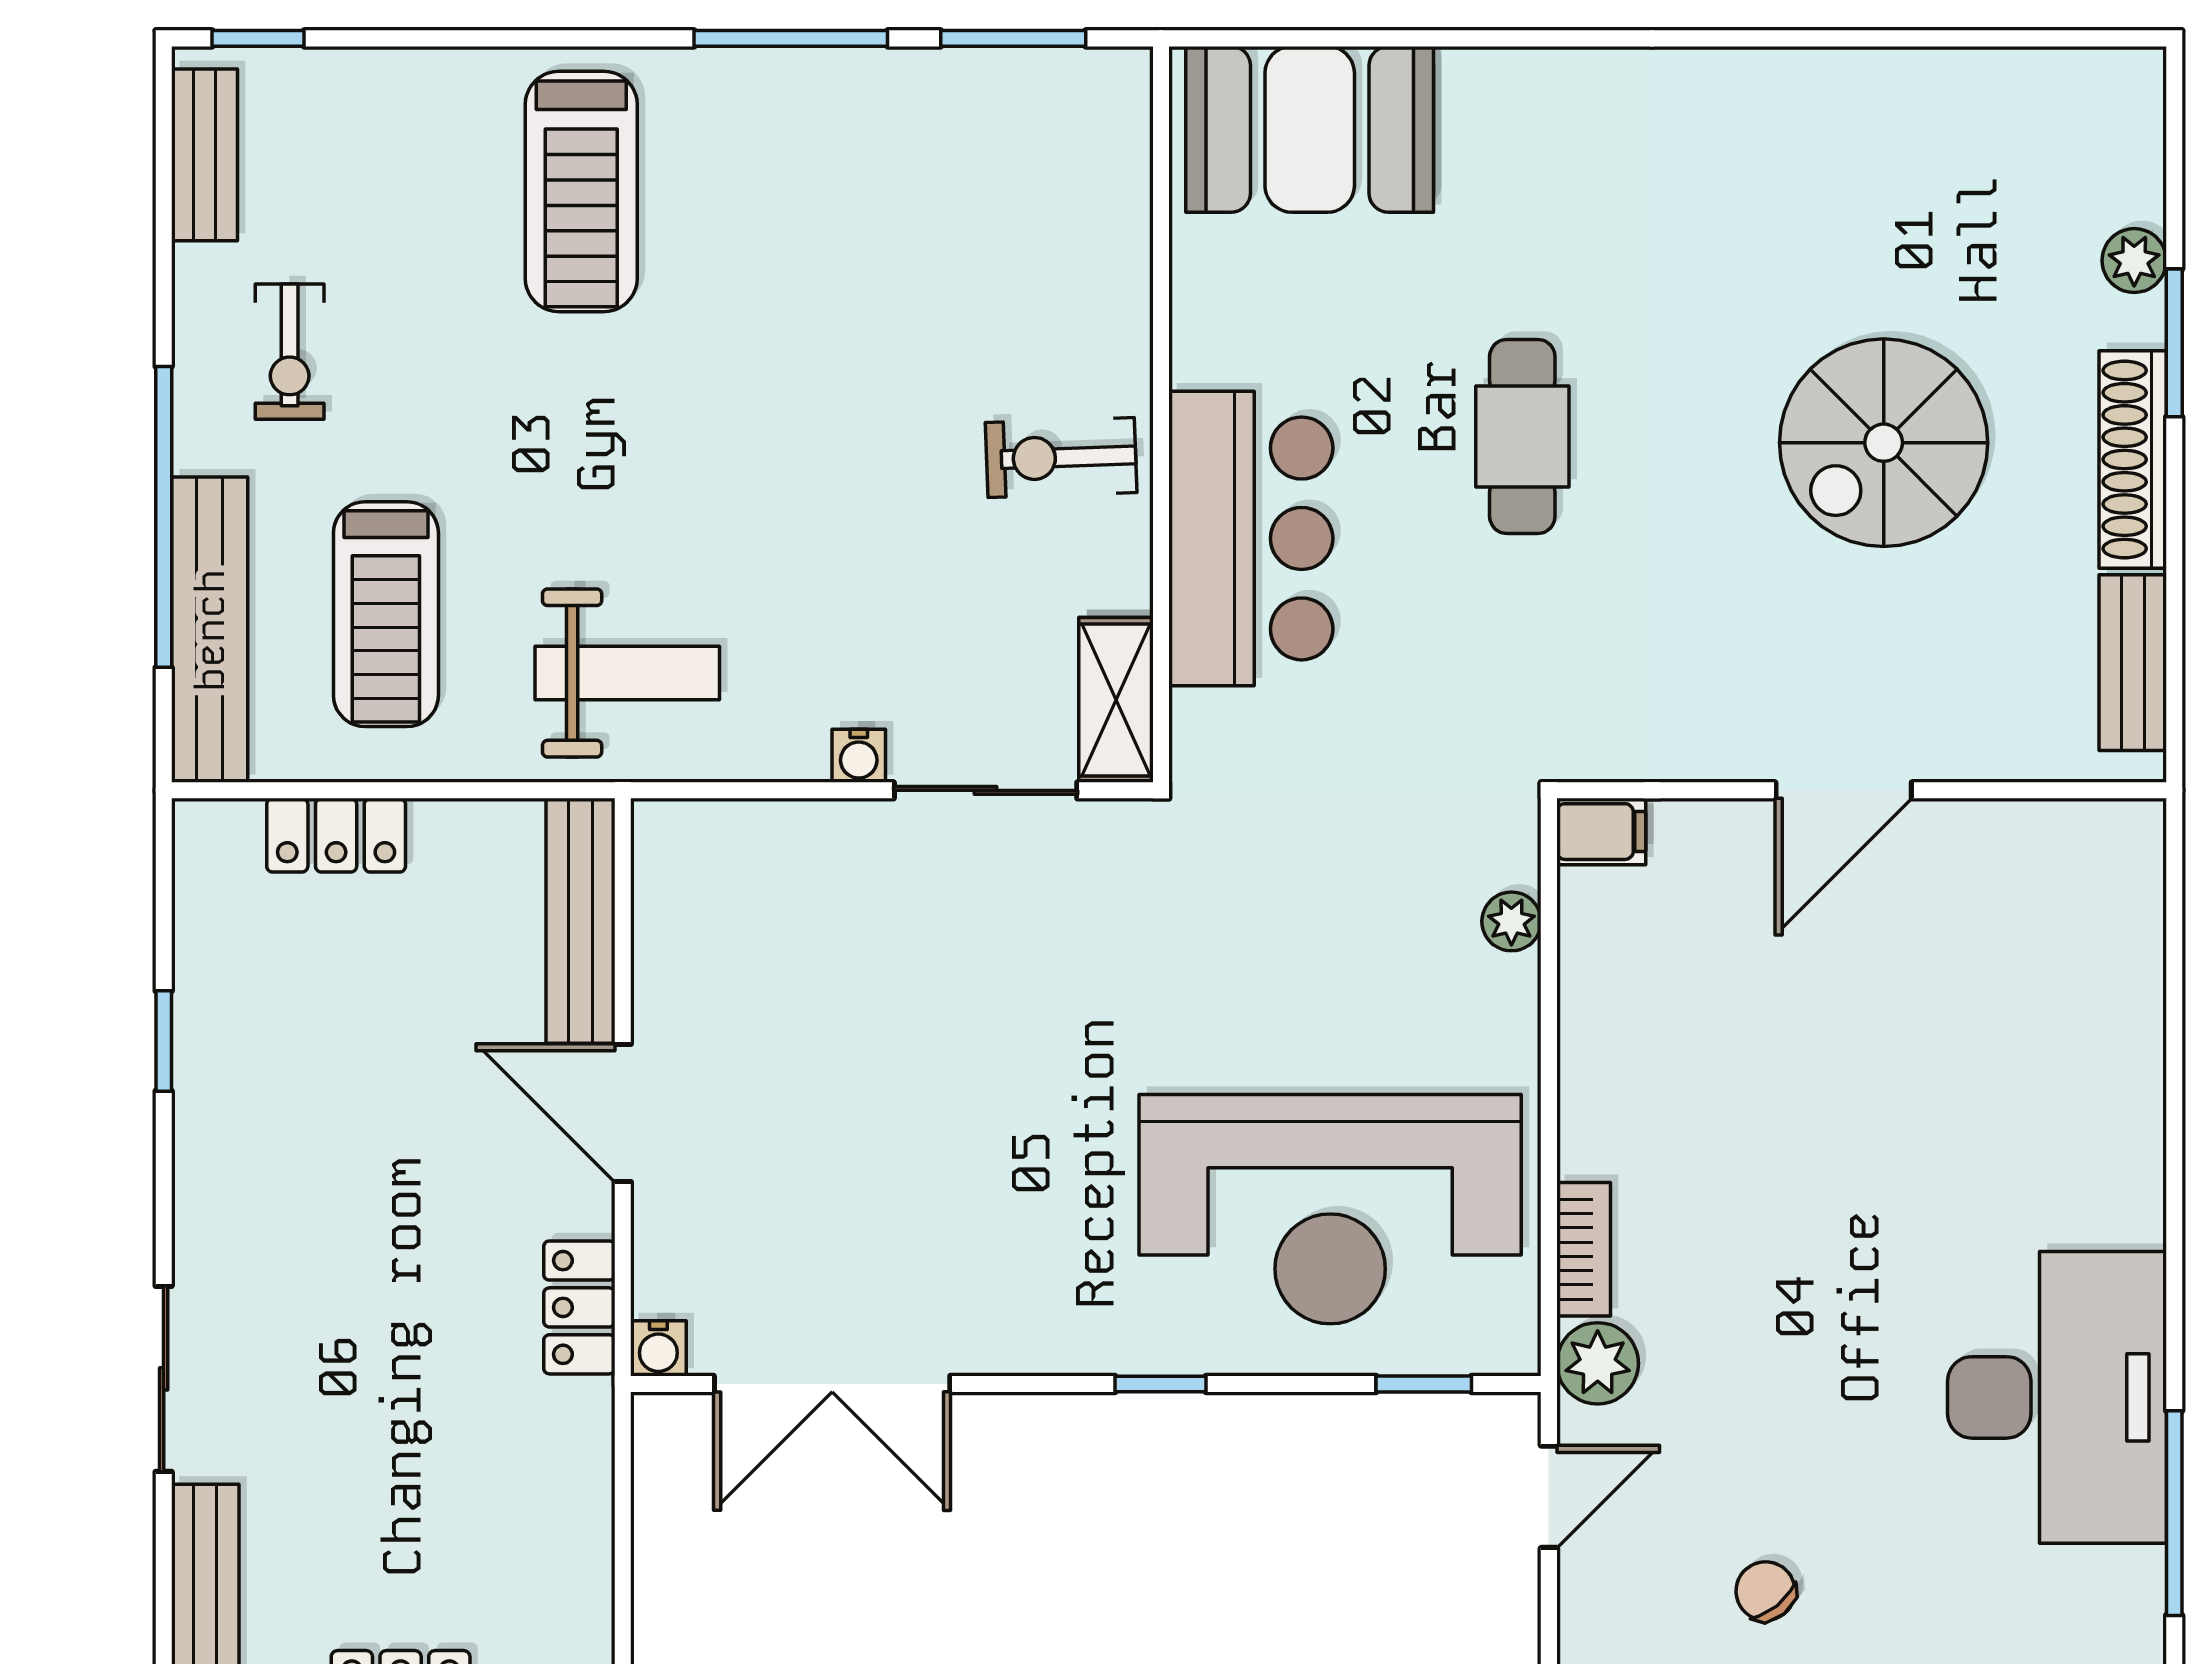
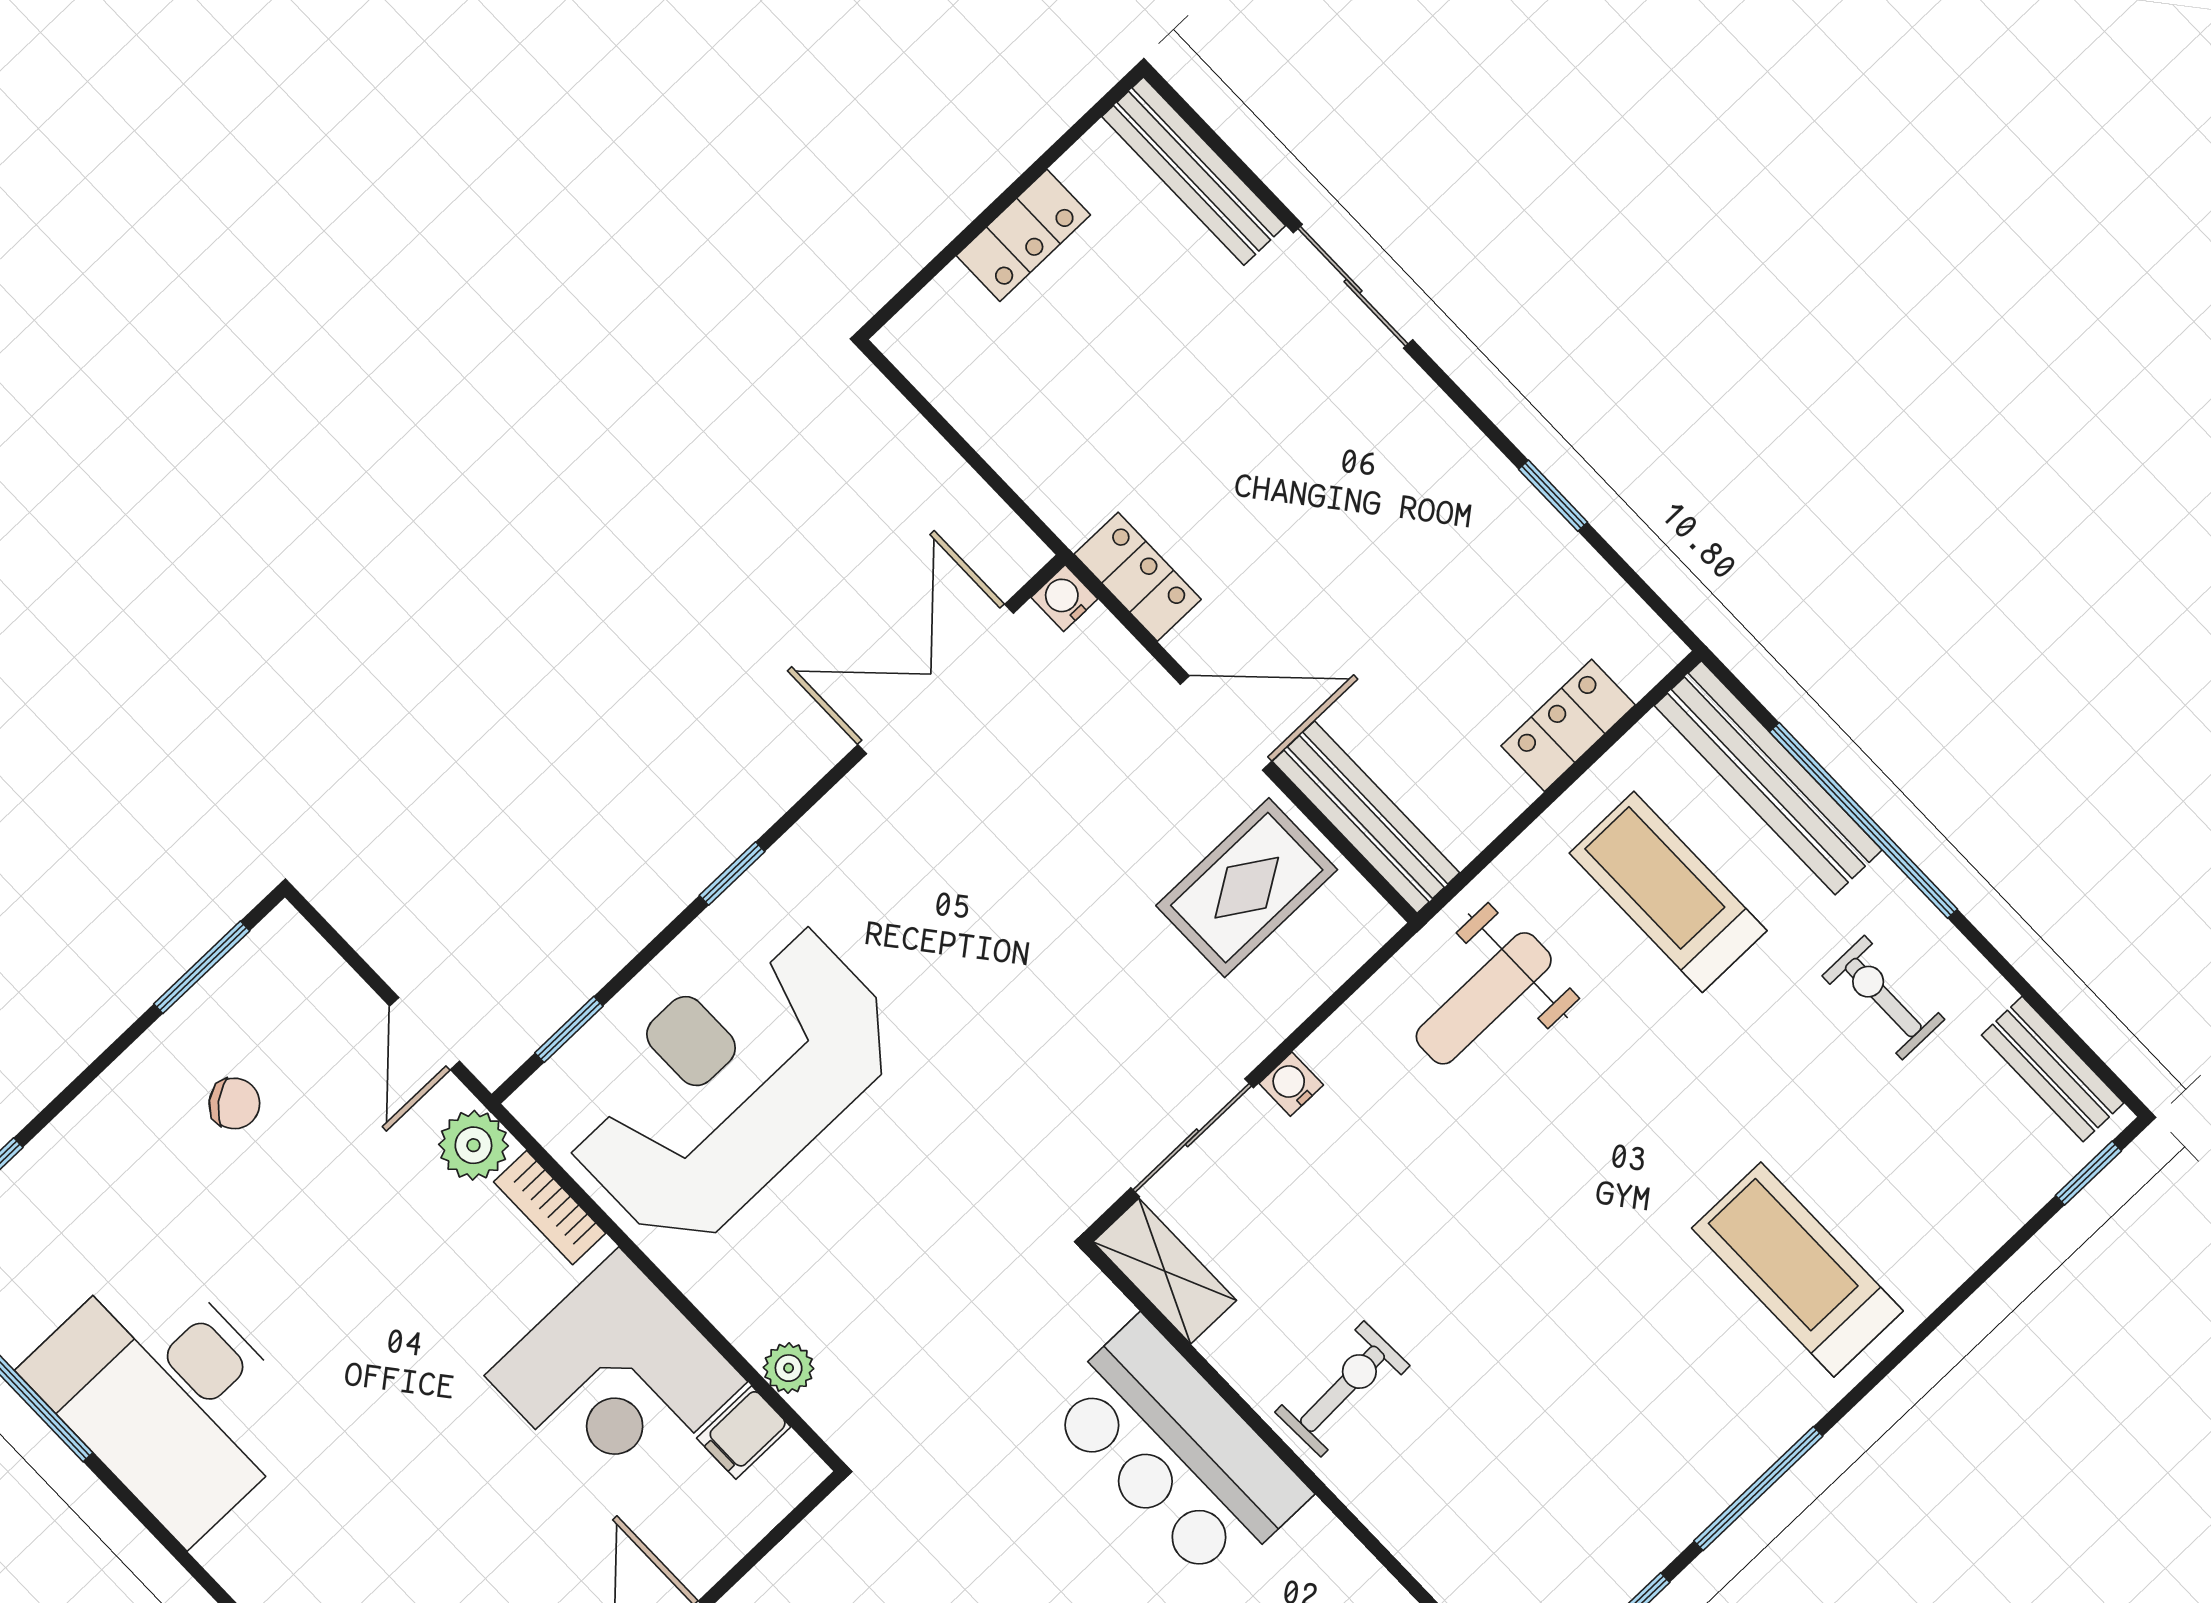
filing cabinet: (1601, 832) -> (744, 1433), moved
rug: (738, 957) -> (1247, 888), added
corner desk: (1666, 1052) -> (616, 1379), added

